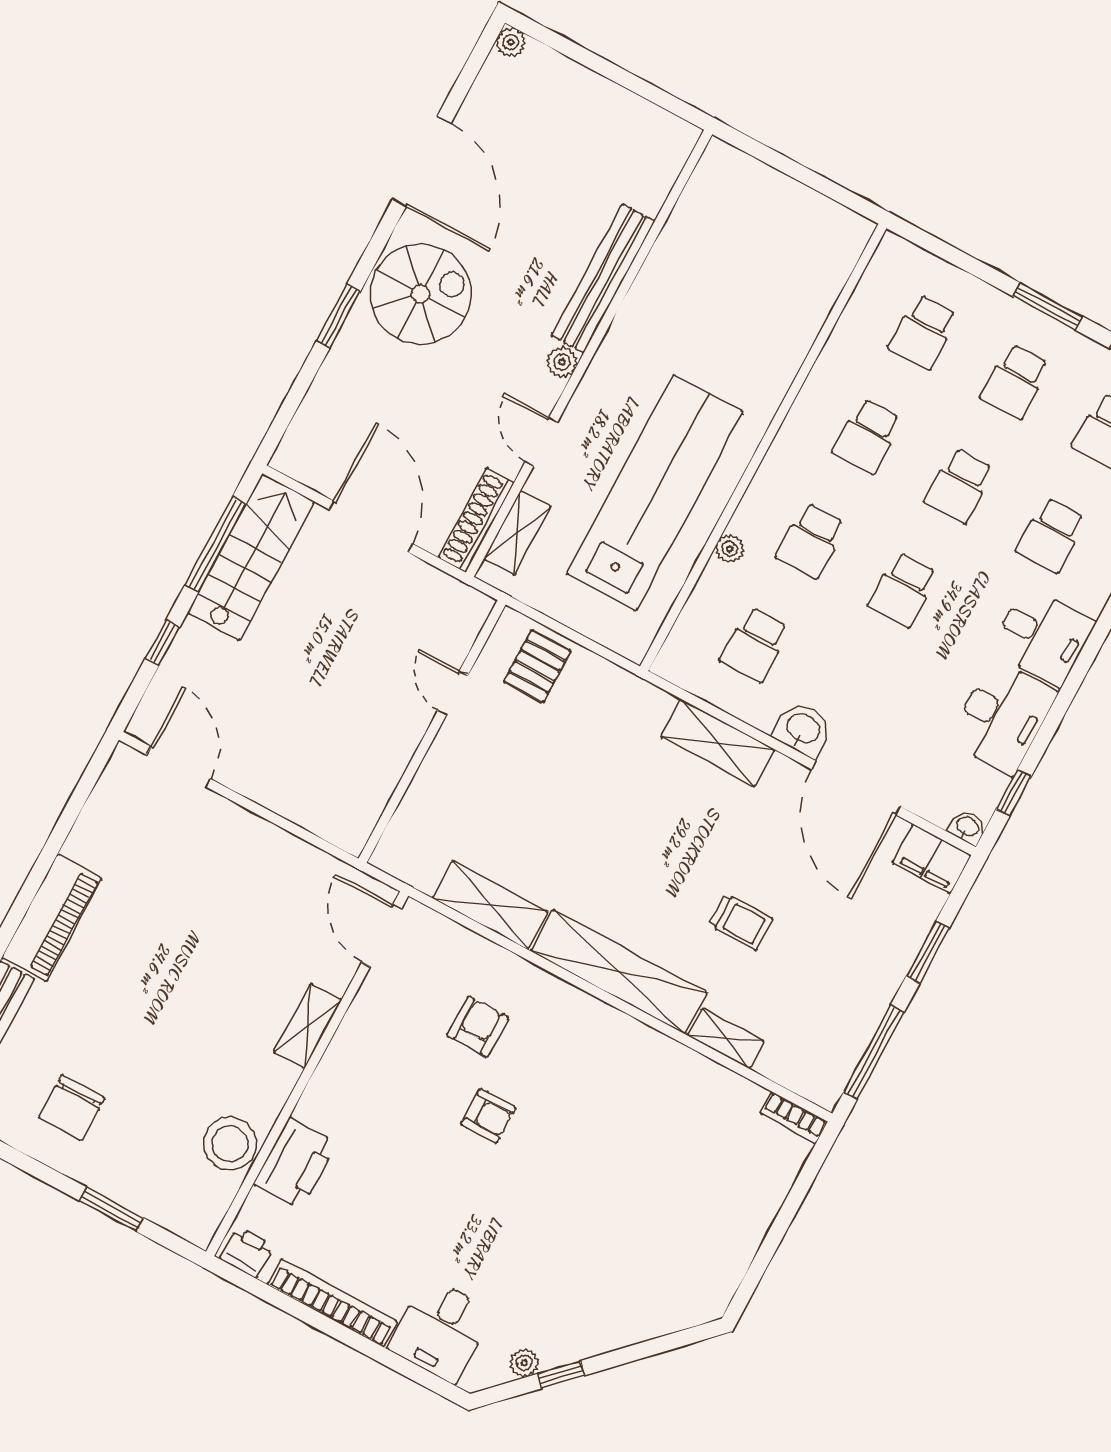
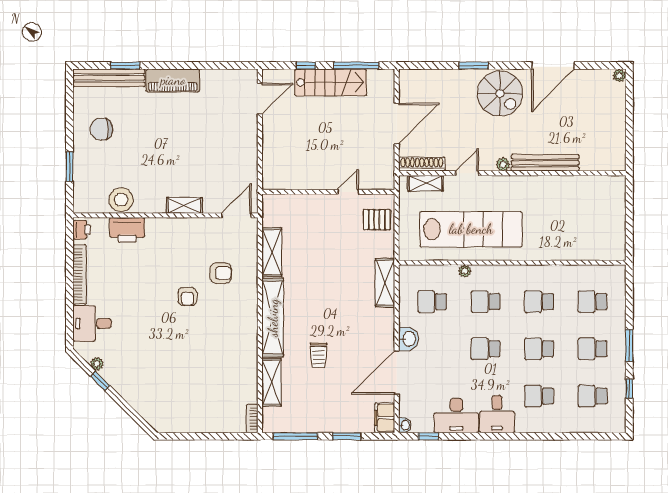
stairs: (251, 557) -> (331, 82), moved
shelving: (718, 743) -> (385, 283), moved
shelving: (726, 1038) -> (272, 382), width x1.50, depth x1.33

